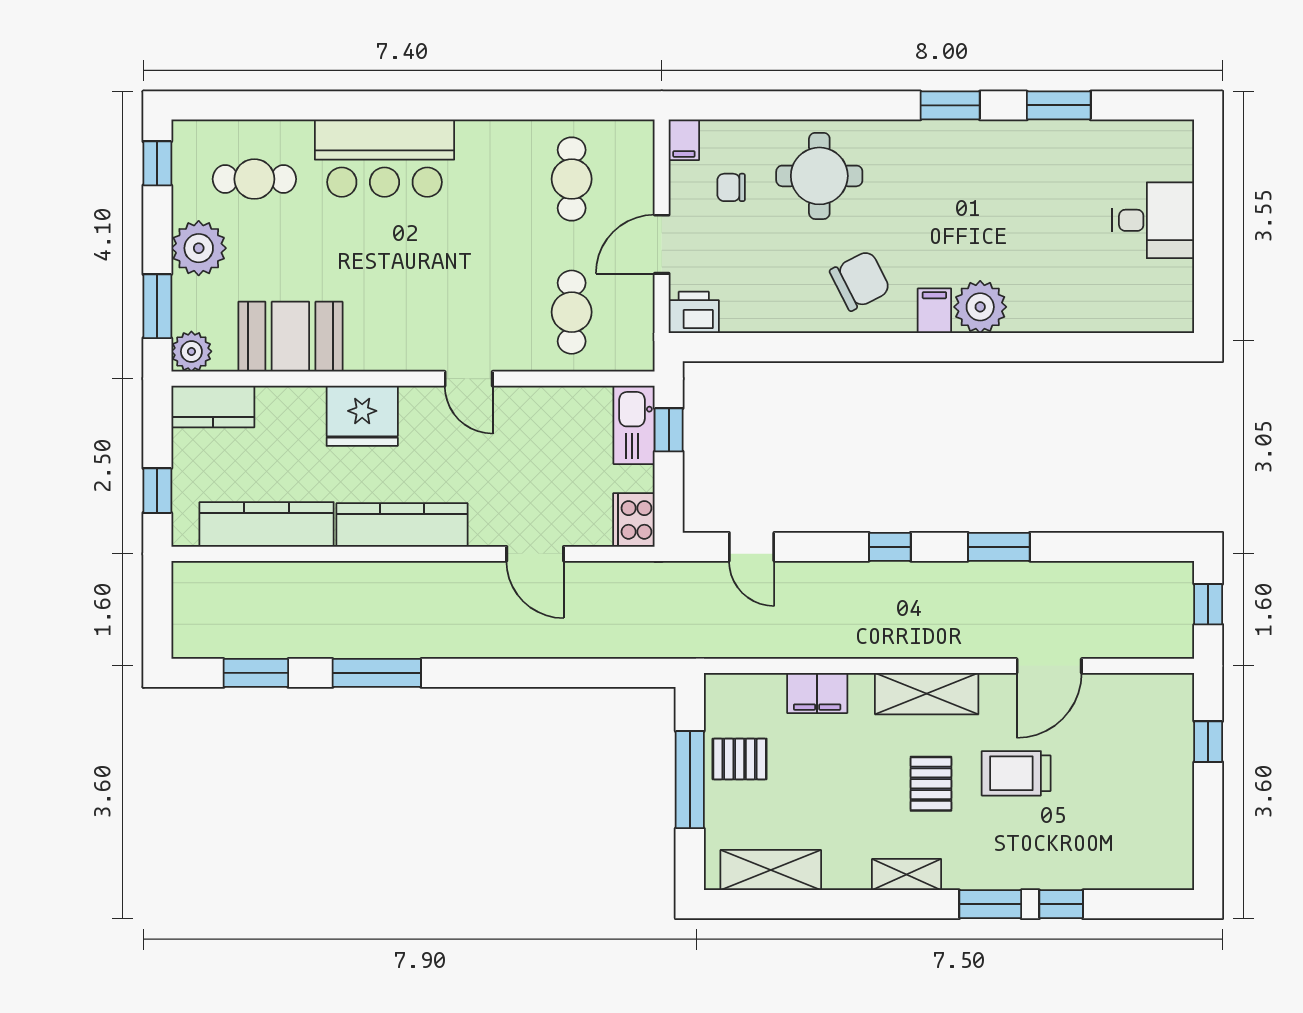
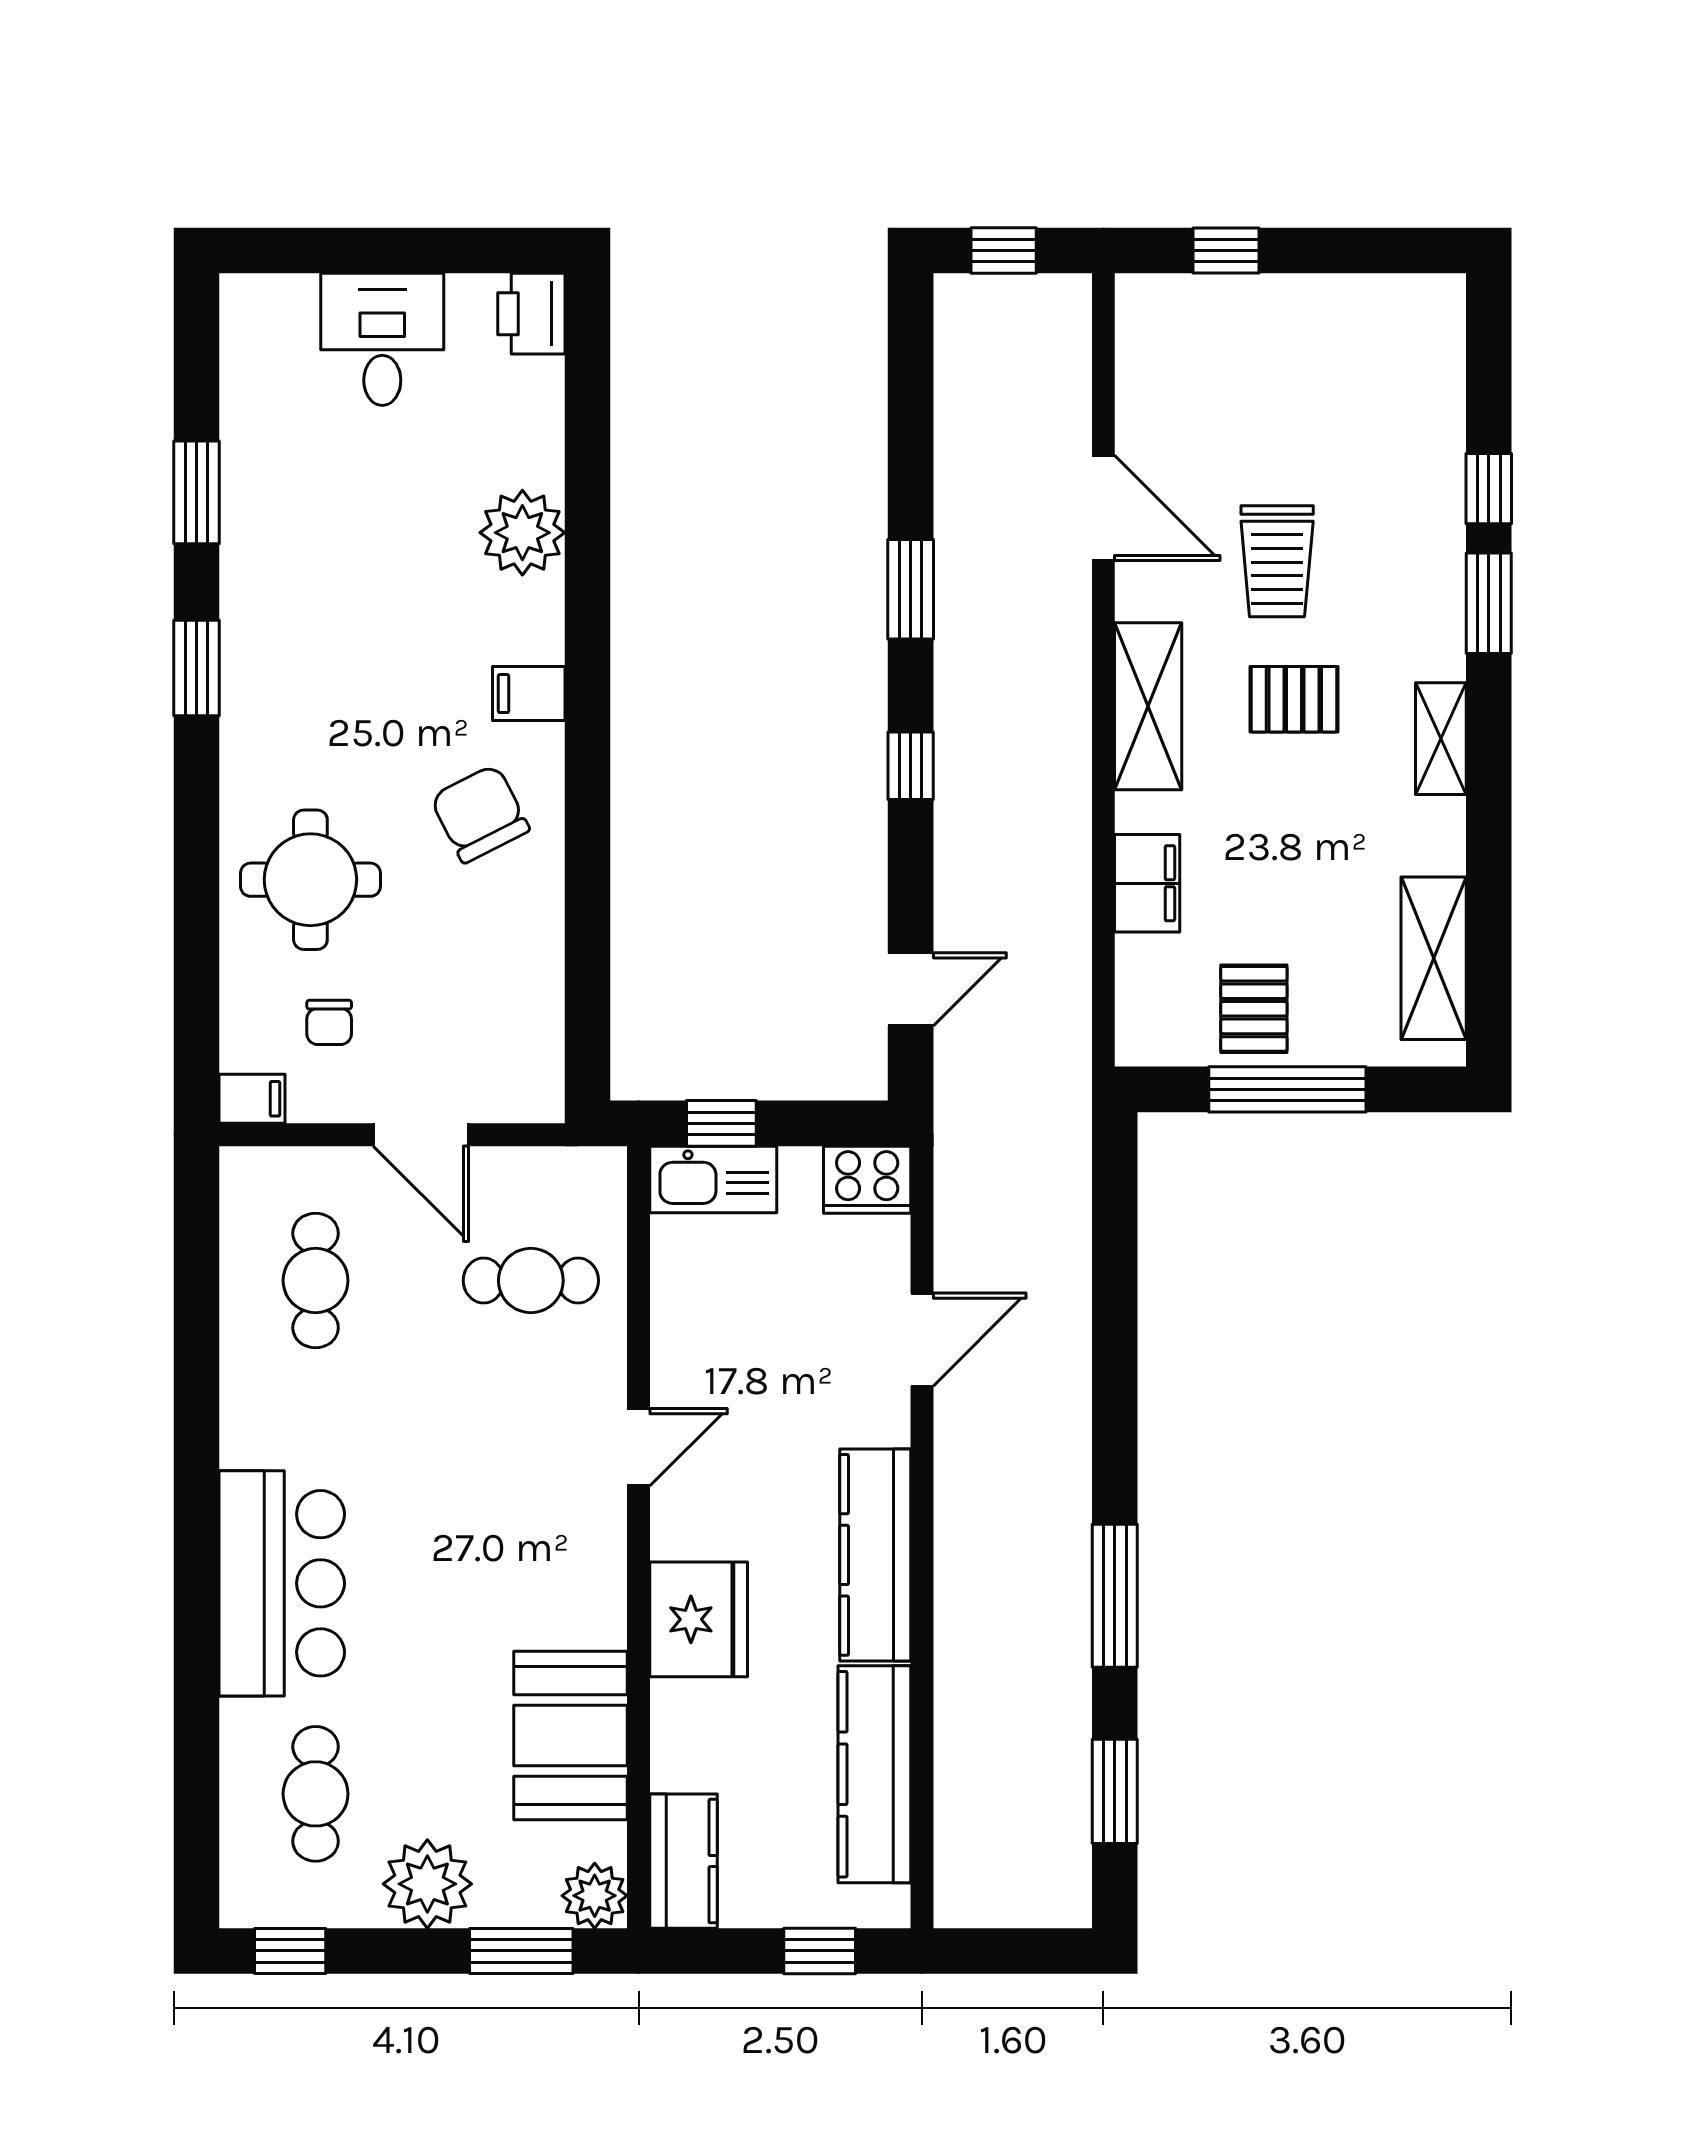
cafe table: (572, 179) -> (316, 1281), turned 90
plant: (980, 307) -> (522, 533), moved
printer: (694, 312) -> (531, 314), moved

